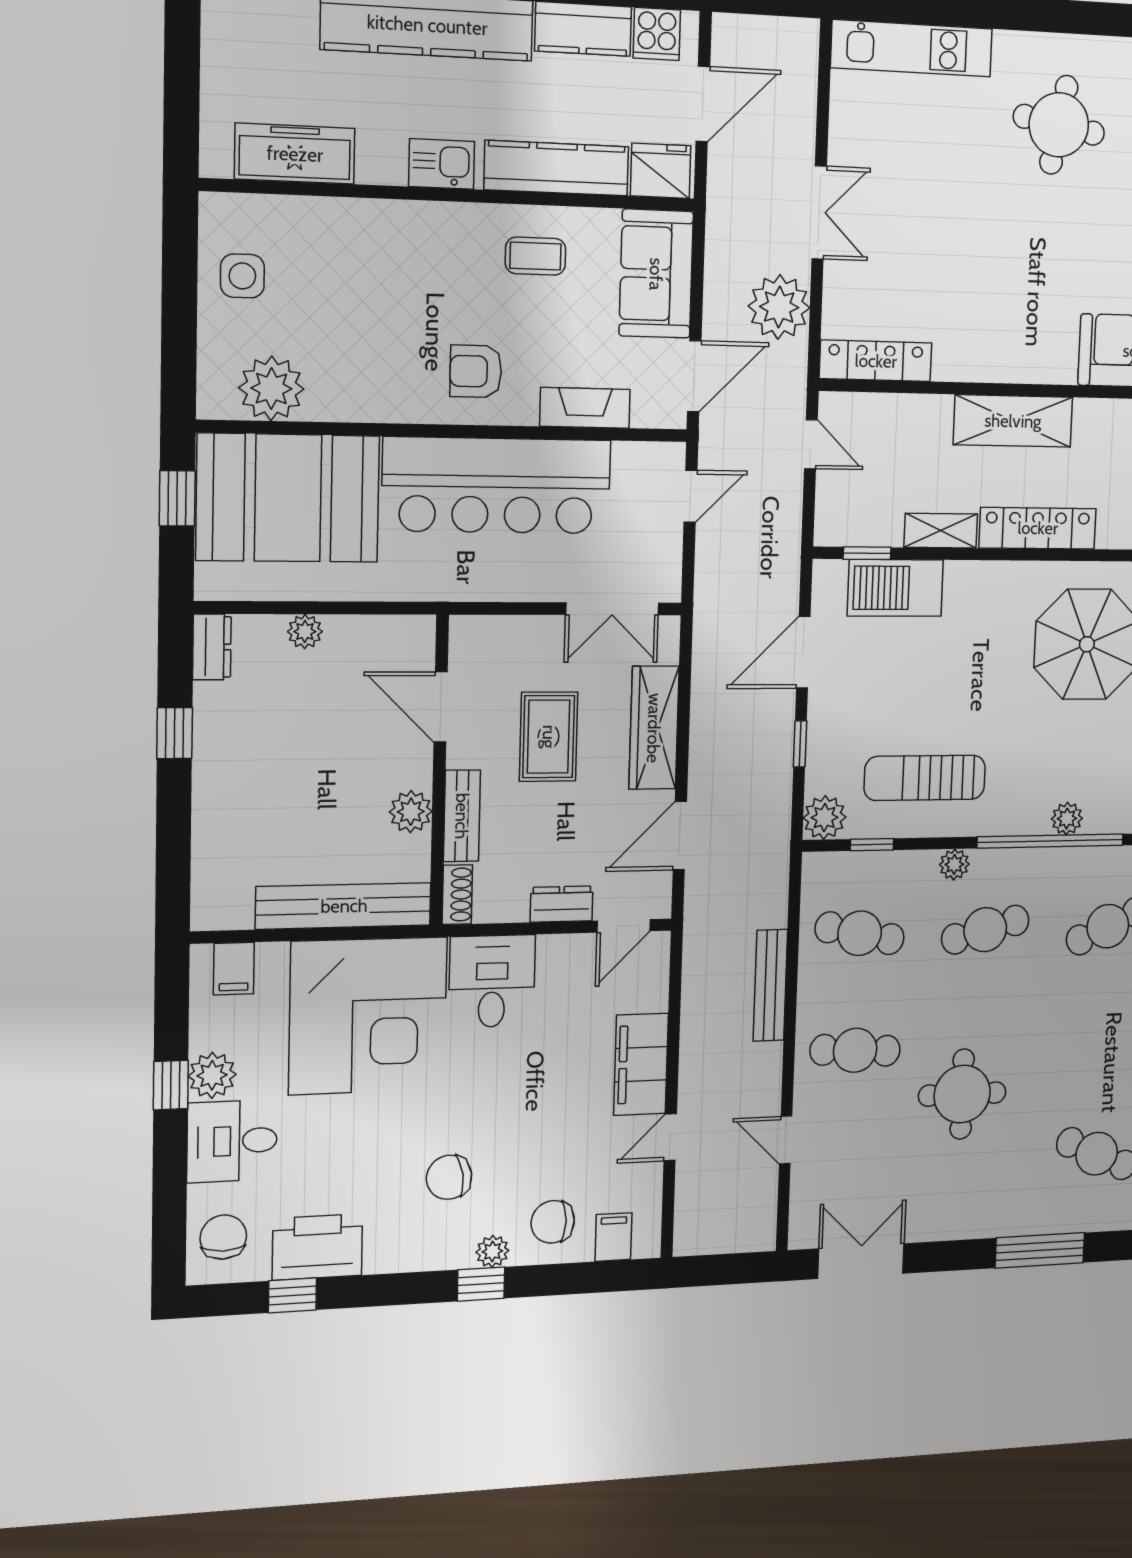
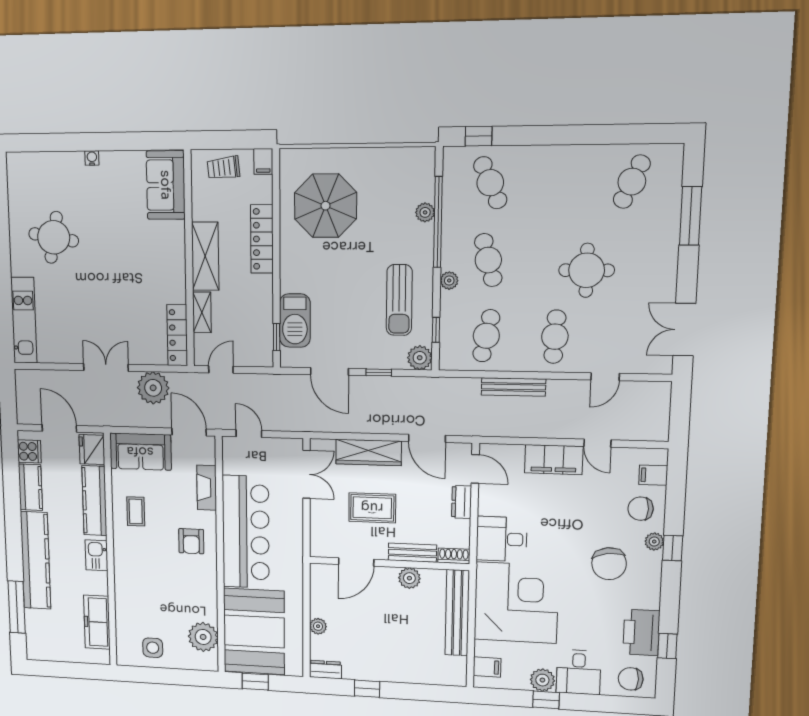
shelving: (941, 531) -> (202, 312), moved
chair: (449, 1177) -> (609, 564), width x1.37, depth x1.37
chair: (553, 1222) -> (641, 509), turned 90

